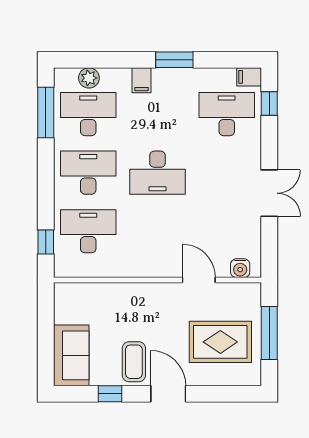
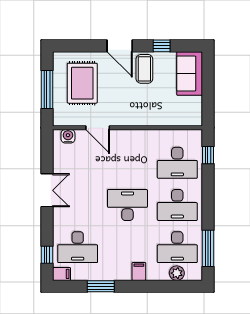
window: (174, 60) -> (101, 286), moved
double door: (269, 193) -> (47, 190), swing flipped
rug: (220, 342) -> (82, 83), turned 90

